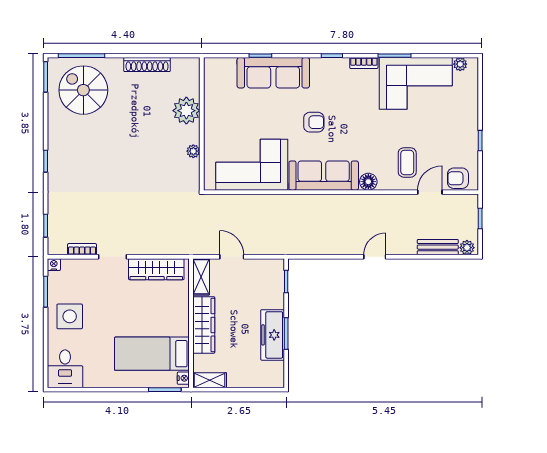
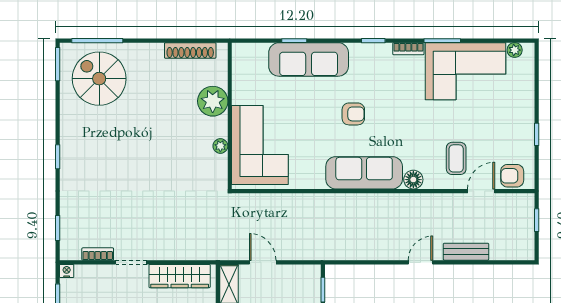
shoe rack: (147, 65) -> (190, 50), moved
corner sofa: (252, 165) -> (260, 145), moved, turned 90
bench: (438, 247) -> (466, 252), moved
plant: (467, 248) -> (522, 252), removed

